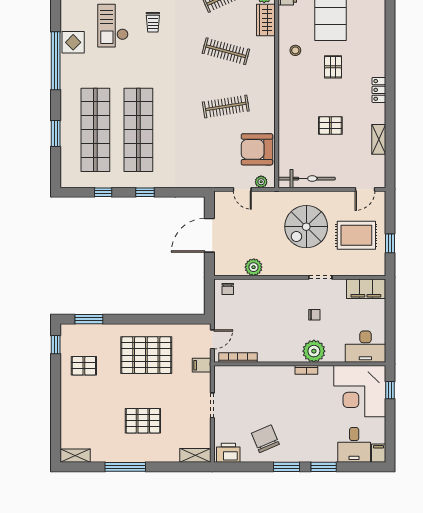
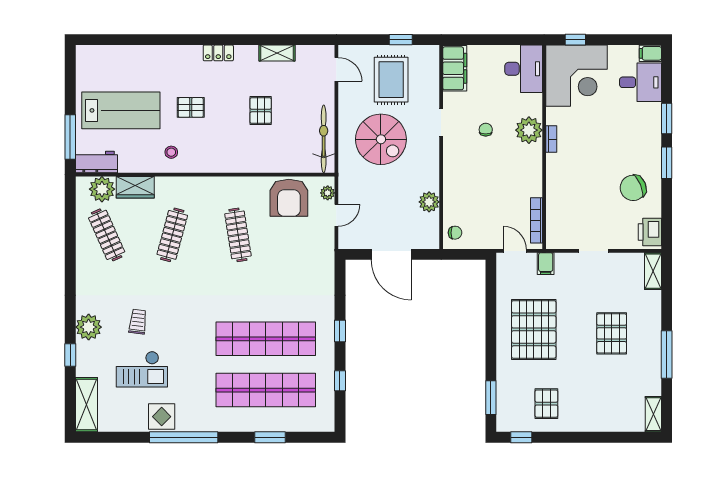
trolley: (153, 22) -> (138, 322), turned -83

